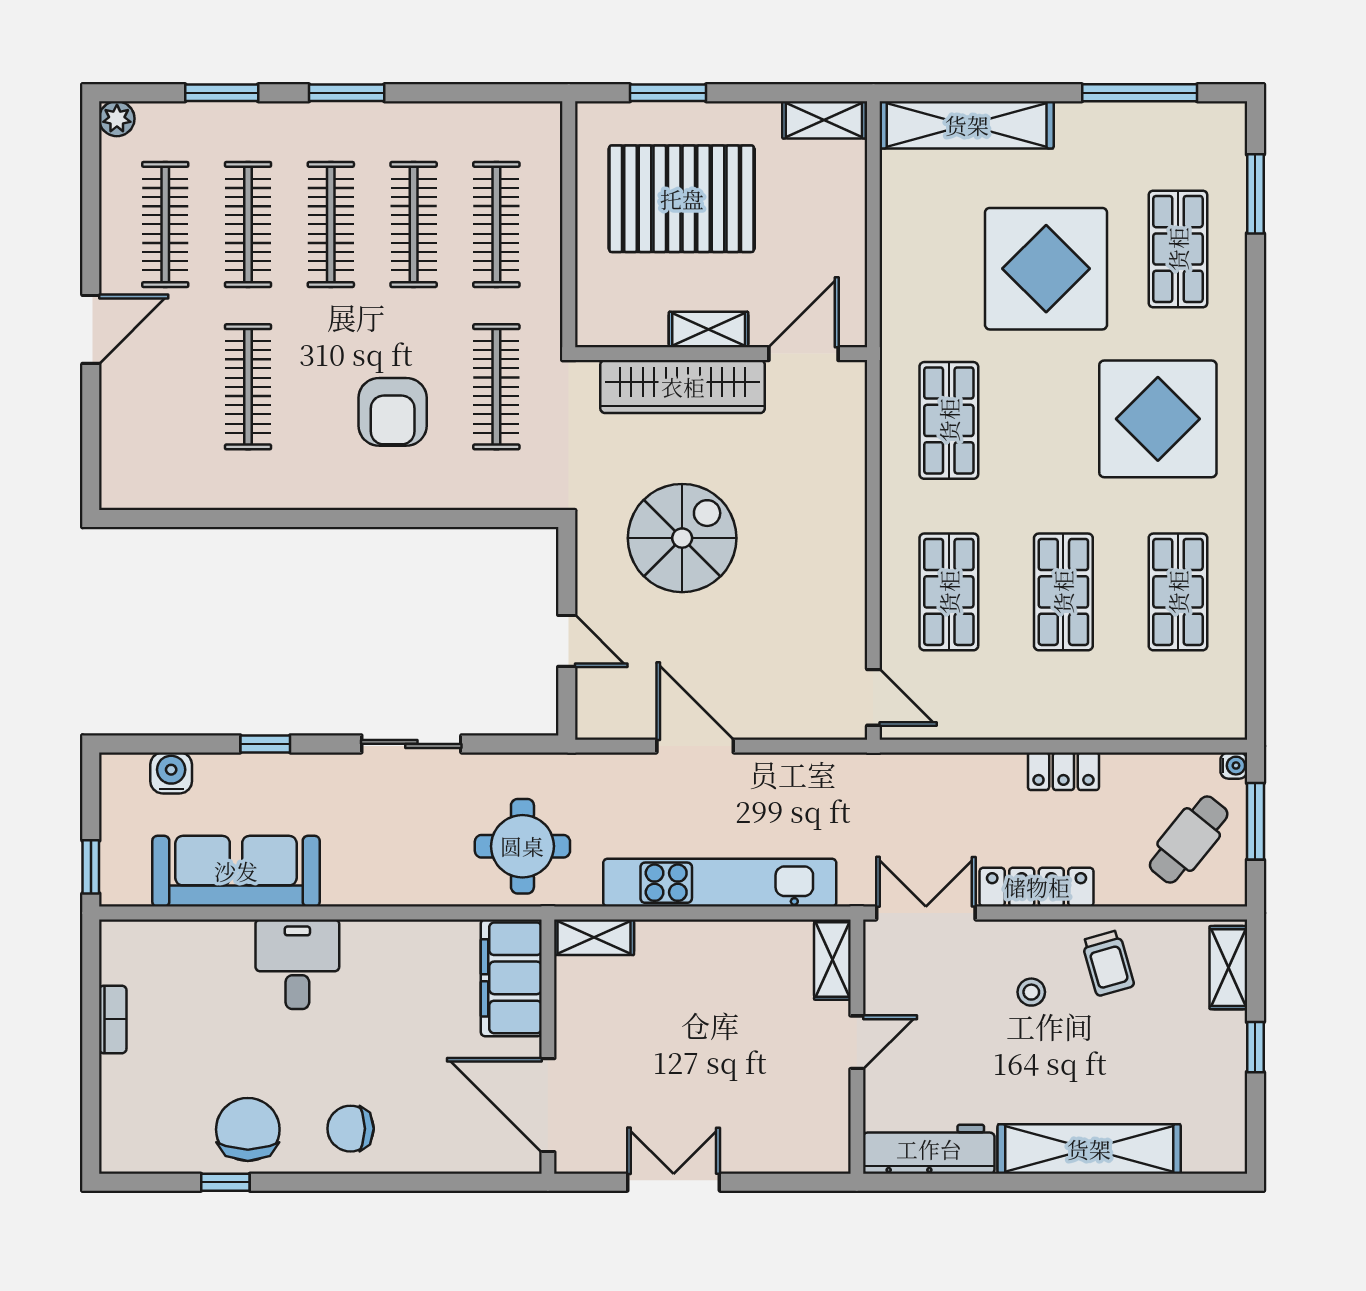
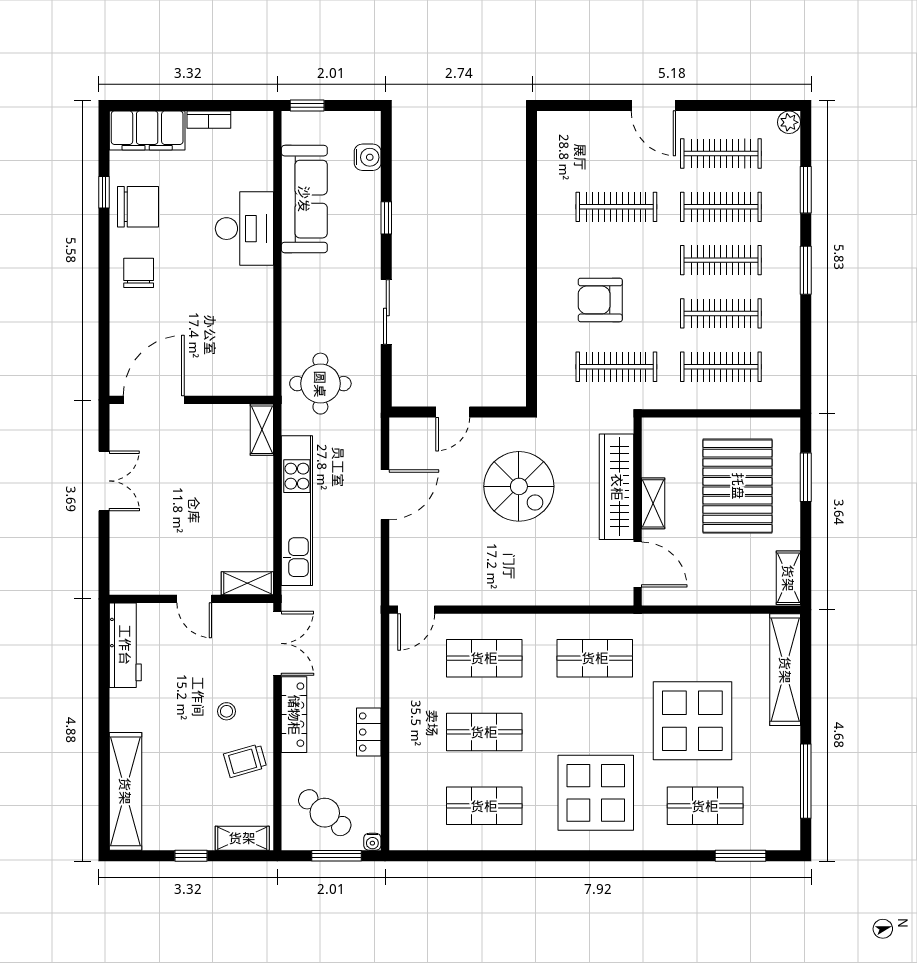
desk: (297, 964) -> (244, 229), width x1.37
filing cabinet: (511, 978) -> (147, 130), moved, turned 180
shelving: (1089, 1149) -> (125, 791), moved

